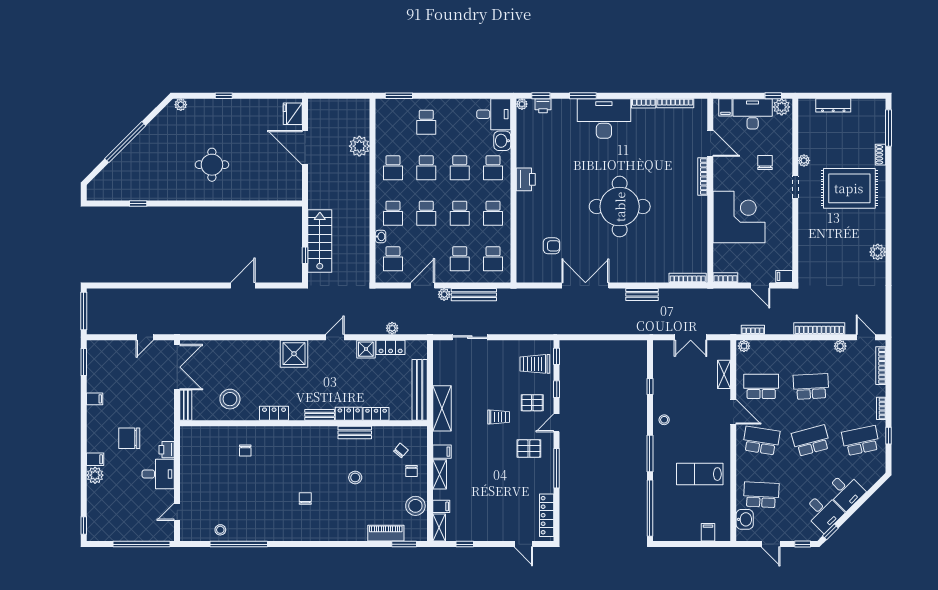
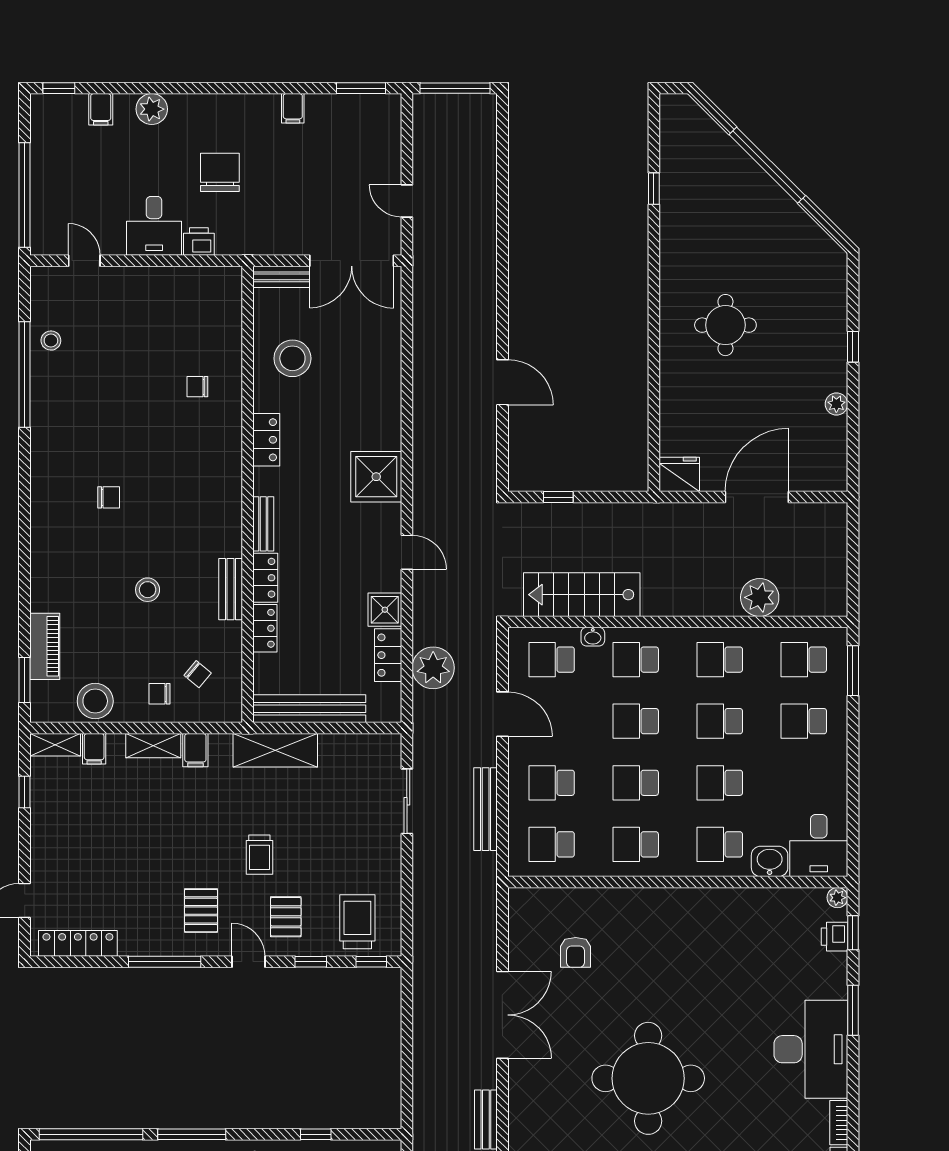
plant: (181, 105) -> (836, 404), moved
fridge: (293, 114) -> (679, 474), moved
school desk: (393, 122) -> (804, 660), added
printer: (526, 179) -> (698, 905), removed
stairs: (320, 241) -> (582, 595), moved, turned 180
plant: (444, 294) -> (486, 754), removed
plant: (392, 328) -> (433, 668), width x1.87, depth x1.87
filing cabinet: (95, 459) -> (101, 109), moved

